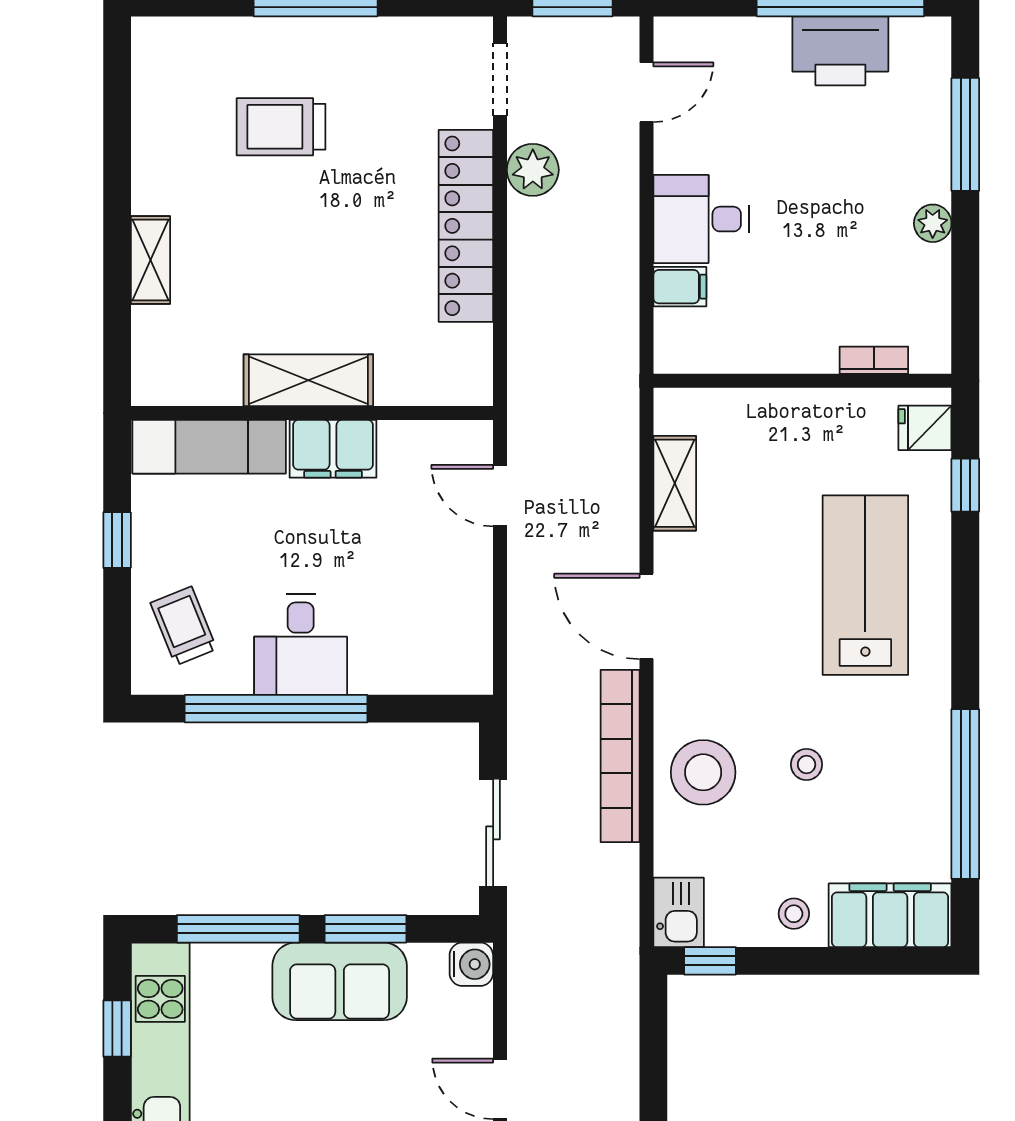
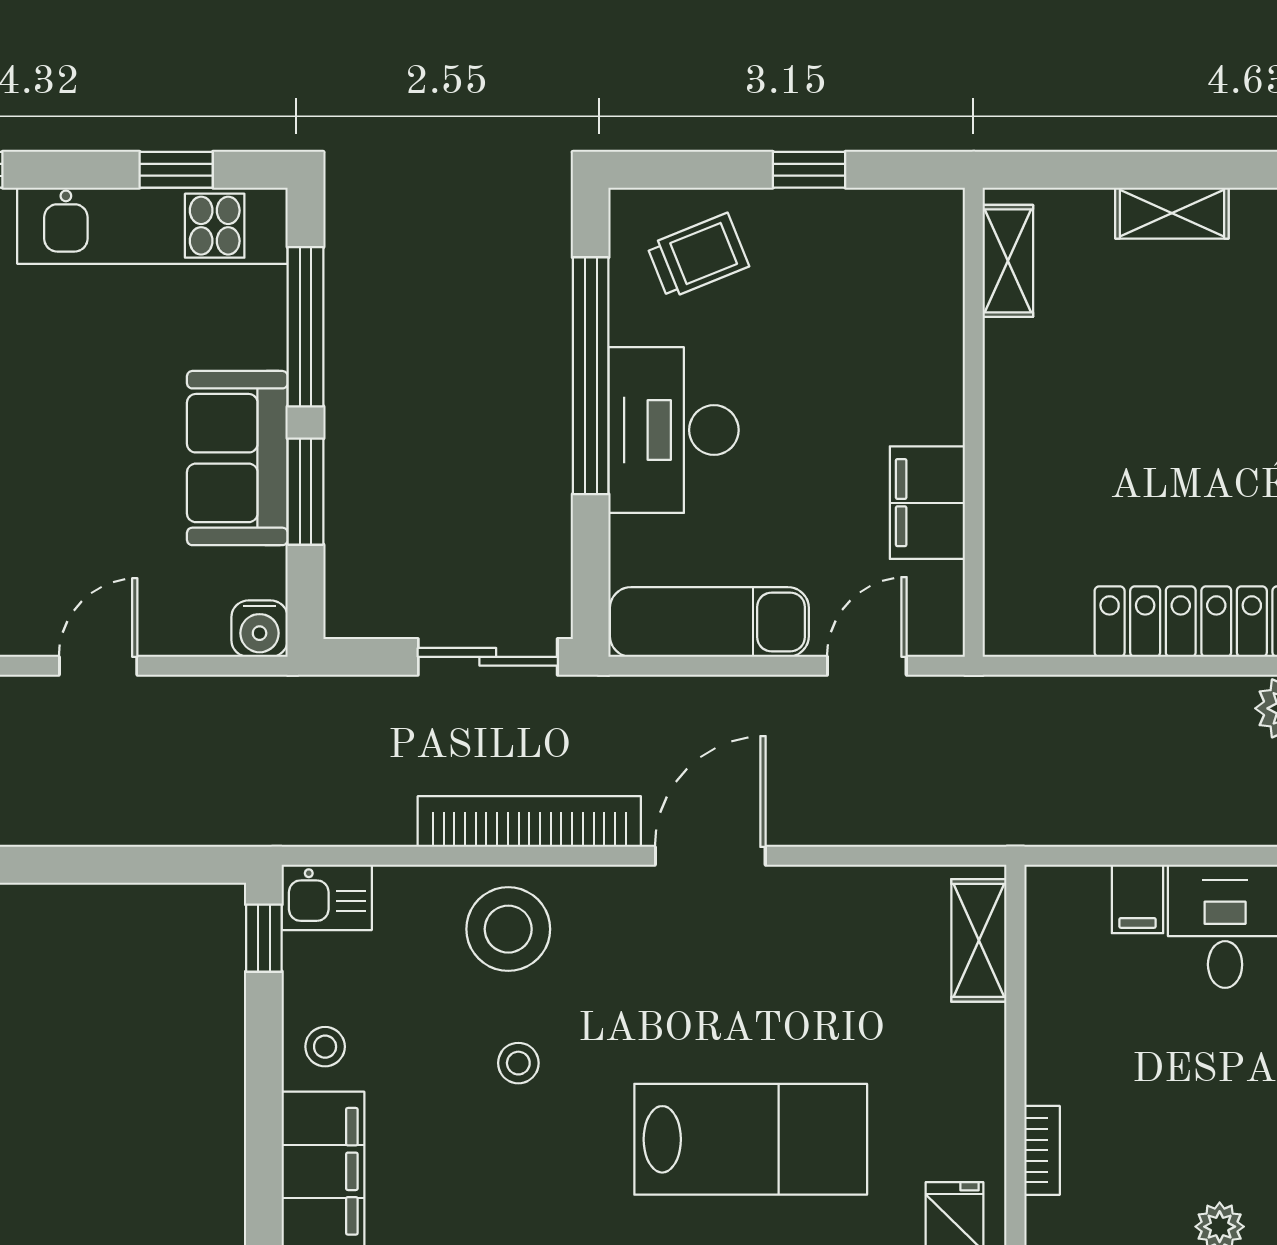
shelving: (308, 380) -> (1008, 261), moved, width x0.67, depth x0.75
exam couch: (209, 447) -> (709, 622), moved, turned 90
filing cabinet: (333, 449) -> (927, 503), moved
shelving: (675, 483) -> (979, 940), moved, turned 90
desk: (301, 645) -> (674, 430), width x1.37
sliding door: (493, 833) -> (488, 657), moved

